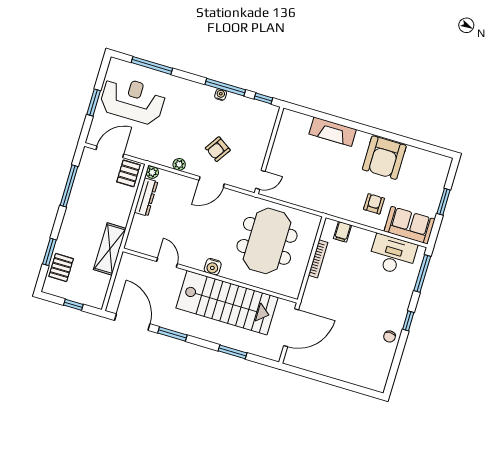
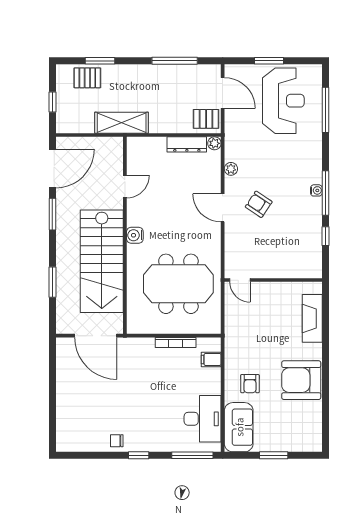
wall: (269, 150) -> (273, 280), moved
door: (260, 180) -> (240, 280), moved
armchair: (374, 204) -> (250, 384), turned 90

